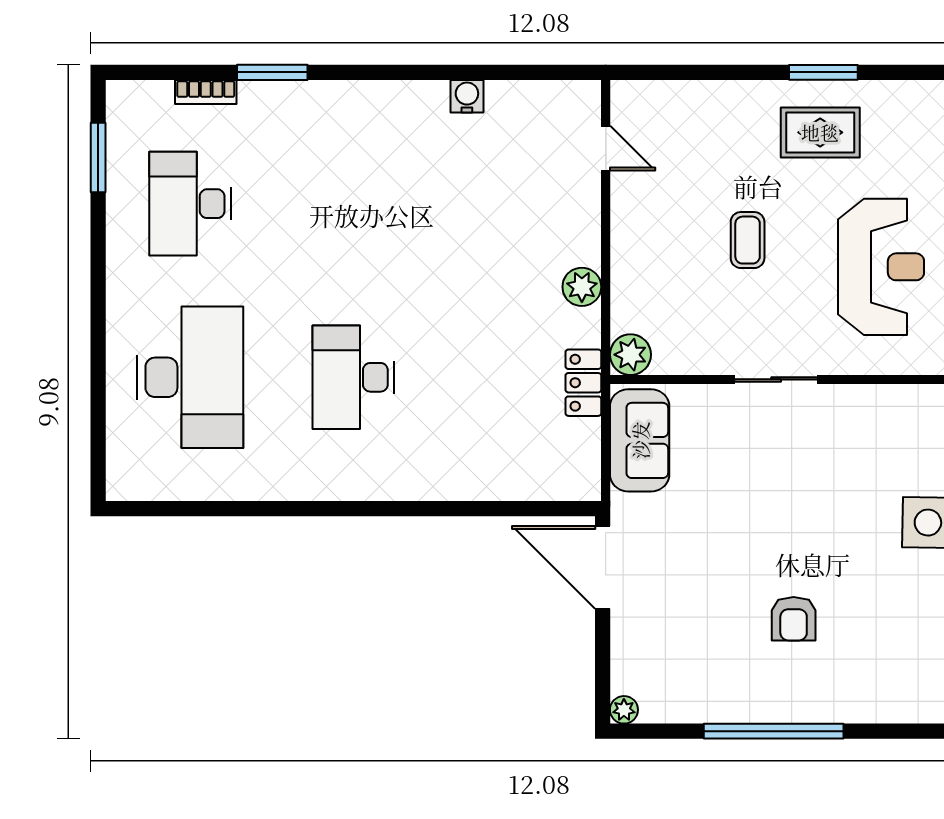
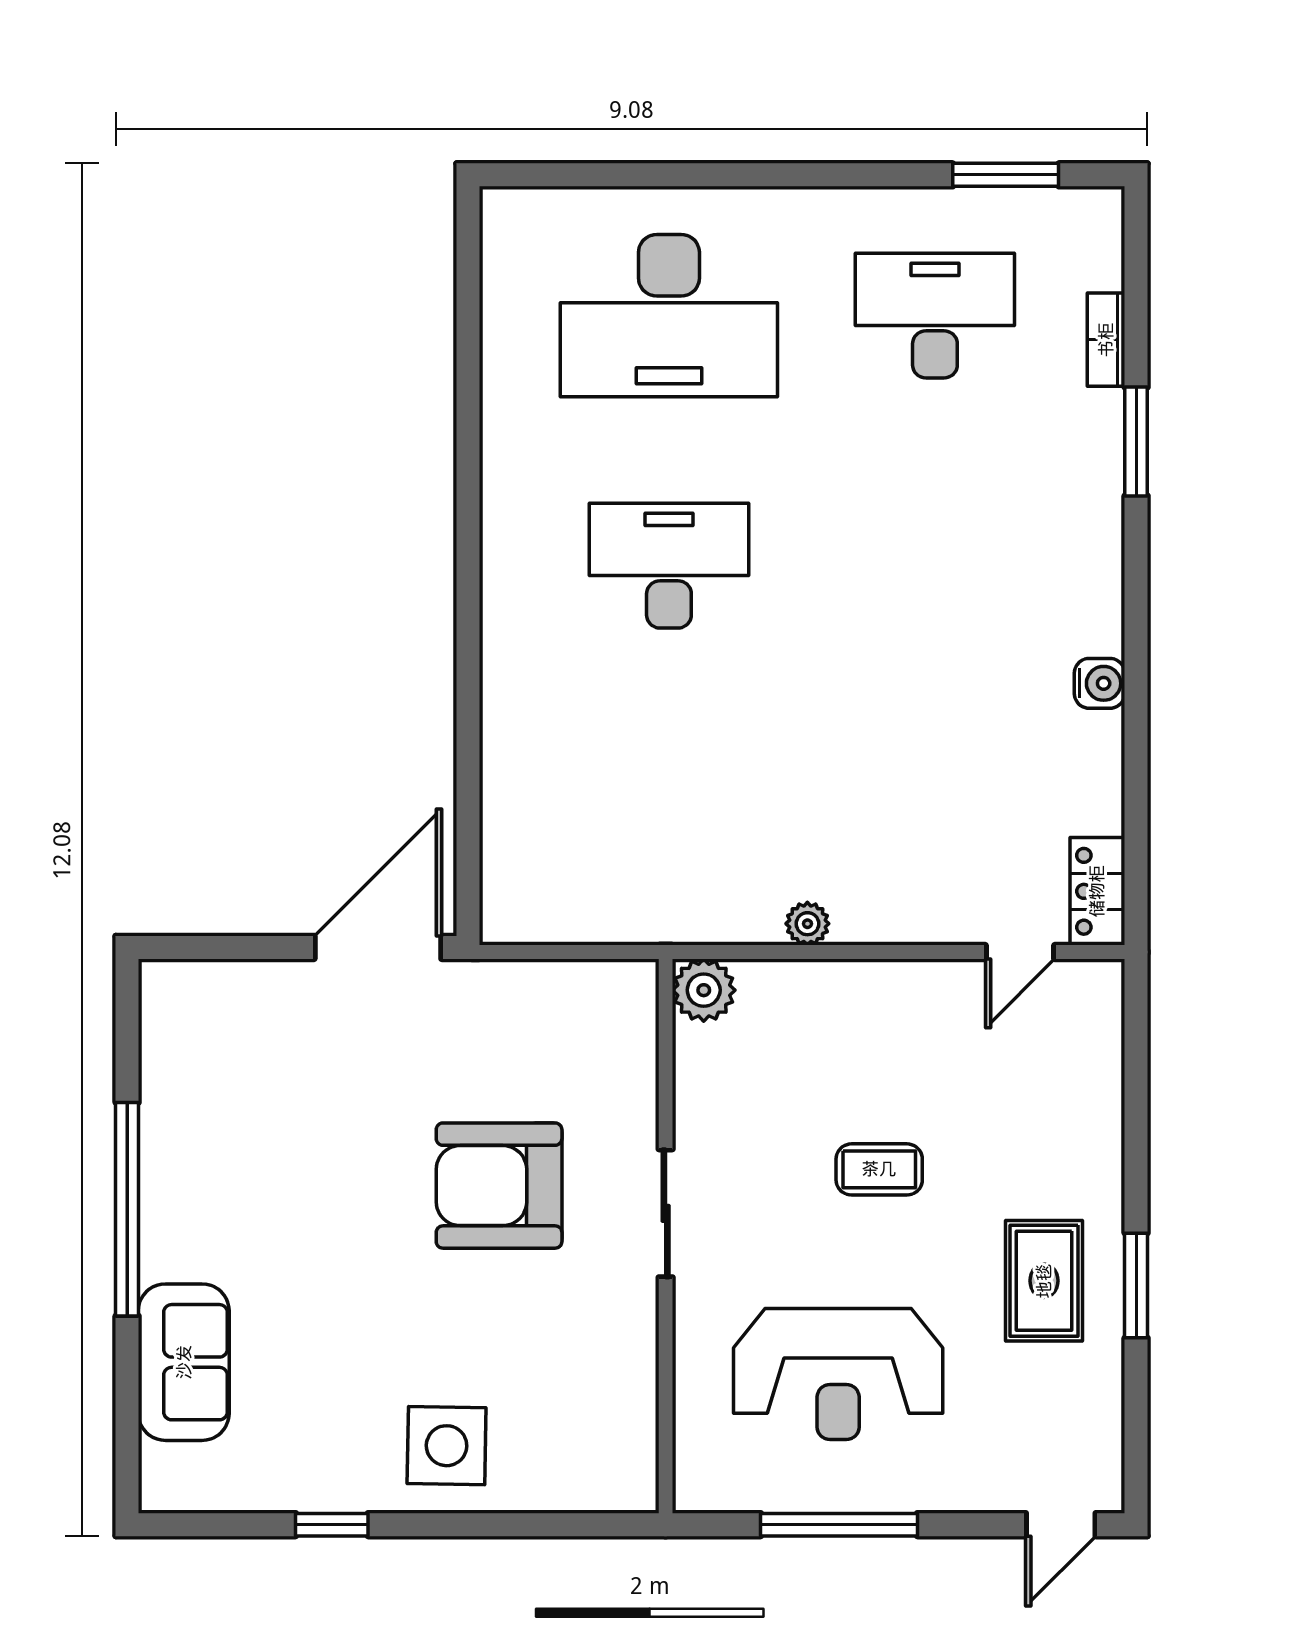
water cooler: (467, 96) -> (1100, 683), moved
plant: (582, 287) -> (807, 924), width x0.73, depth x0.73
locker: (583, 383) -> (1097, 891), moved, turned -90
sofa: (640, 440) -> (184, 1362), moved, turned -90
armchair: (794, 619) -> (499, 1186), moved, width x1.88, depth x1.88
plant: (624, 710) -> (160, 980), removed

